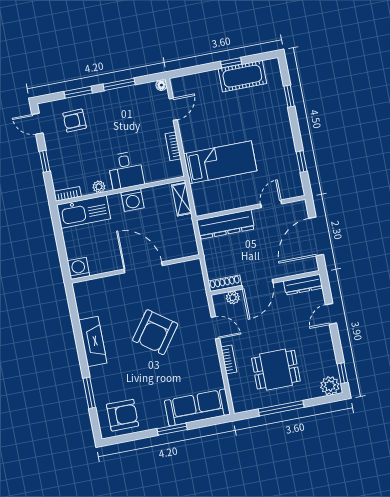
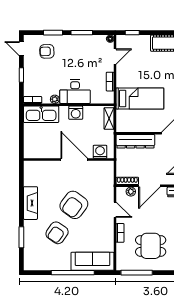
window: (231, 63) -> (132, 33), moved
desk: (126, 170) -> (75, 92), width x1.37
washing machine: (78, 268) -> (100, 152), moved
window: (281, 408) -> (137, 273), moved
armchair: (123, 415) -> (57, 233), moved, turned 125
window: (172, 429) -> (73, 273), width x2.11

